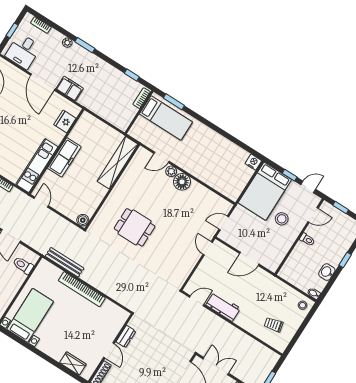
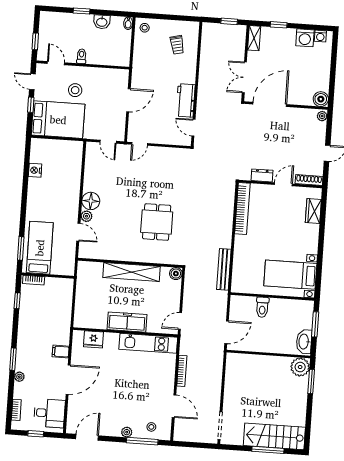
filing cabinet: (70, 89) -> (61, 351), width x0.50
nightstand: (253, 162) -> (35, 170), moved
shelving: (117, 163) -> (132, 272), moved
door: (249, 259) -> (128, 100), hinge flipped
toilet: (23, 265) -> (262, 307), moved
bookcase: (82, 289) -> (242, 209), moved

